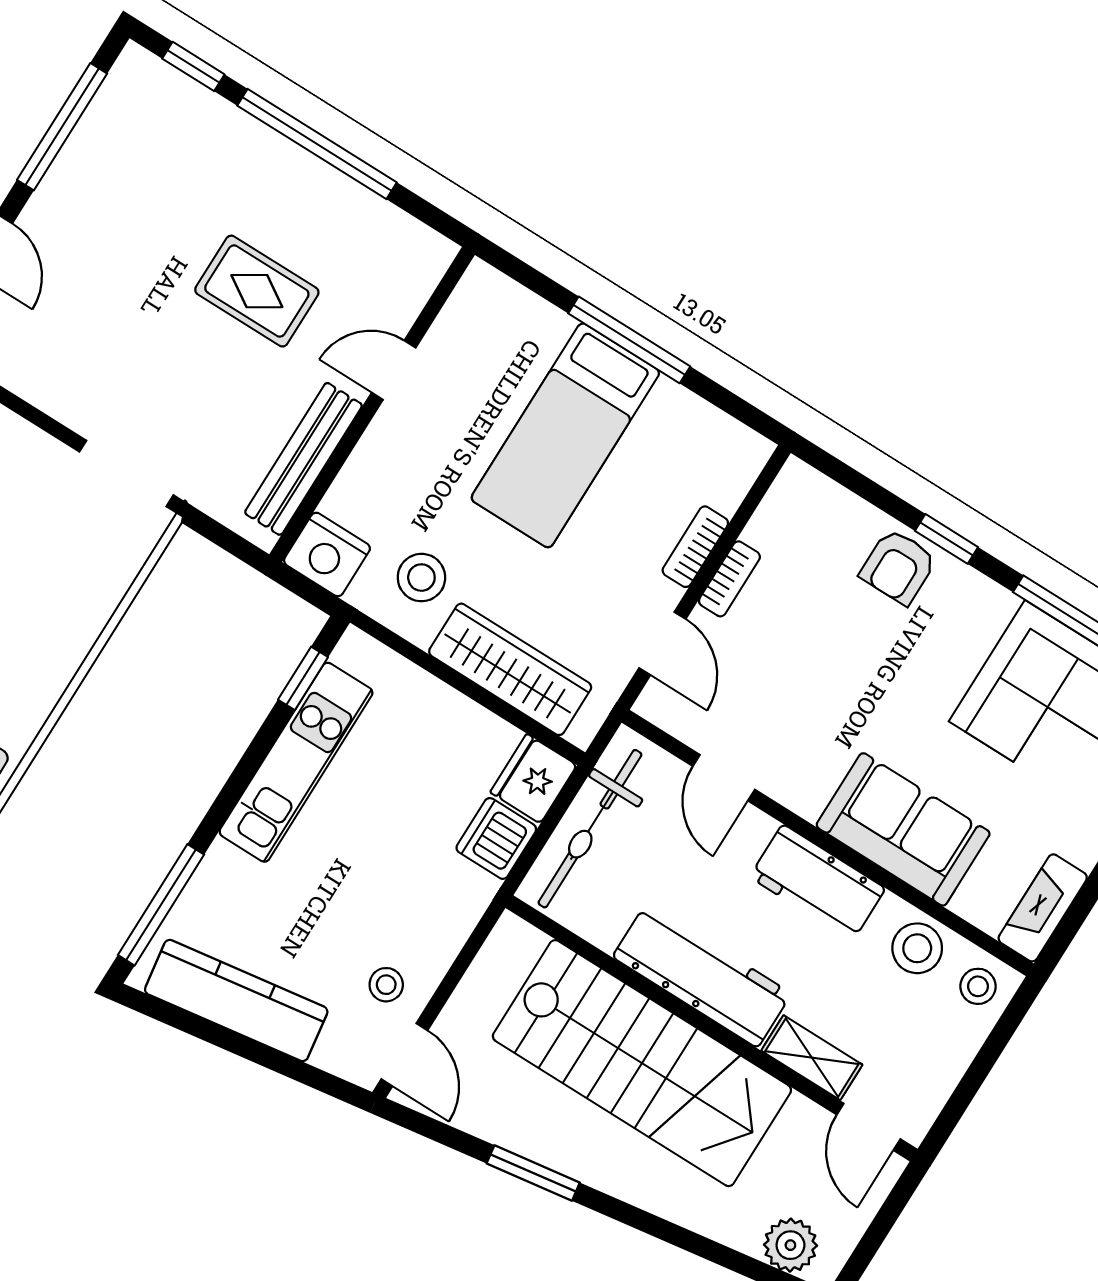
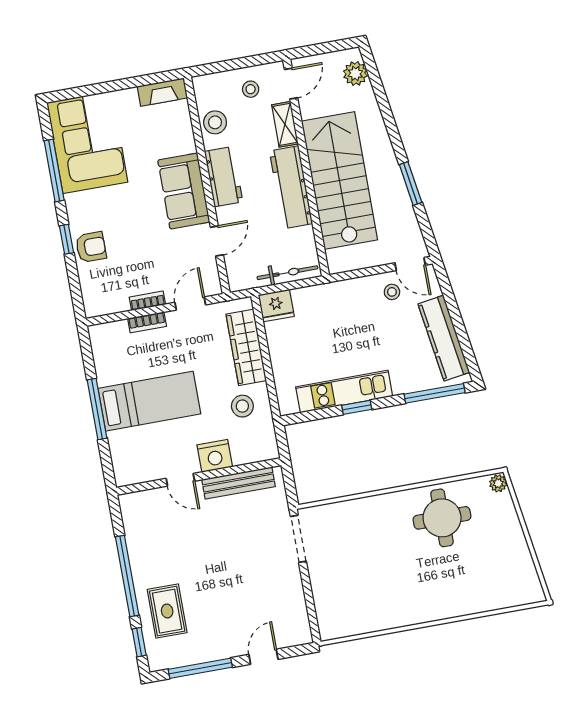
rug: (257, 291) -> (167, 611), moved
nightstand: (327, 554) -> (215, 456), moved, turned 90
window: (303, 678) -> (357, 407), moved
bicycle: (590, 829) -> (287, 273), width x0.73, depth x0.71
sofa: (903, 829) -> (184, 191), moved
dishwasher: (496, 838) -> (308, 300), removed
stool: (978, 986) -> (251, 89), moved
door: (404, 1055) -> (410, 264), swing flipped

